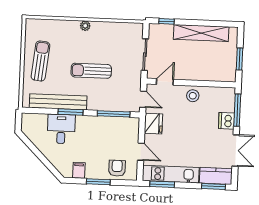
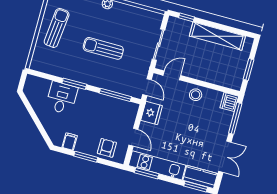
bench: (58, 102) -> (65, 71), removed
dishwasher: (227, 121) -> (229, 102), moved

